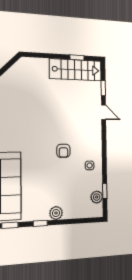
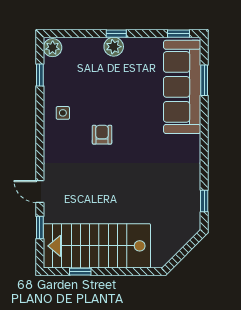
stairs: (76, 70) -> (97, 246), width x1.36, depth x1.51
plant: (97, 197) -> (53, 48), moved
window: (40, 223) -> (116, 34), moved

